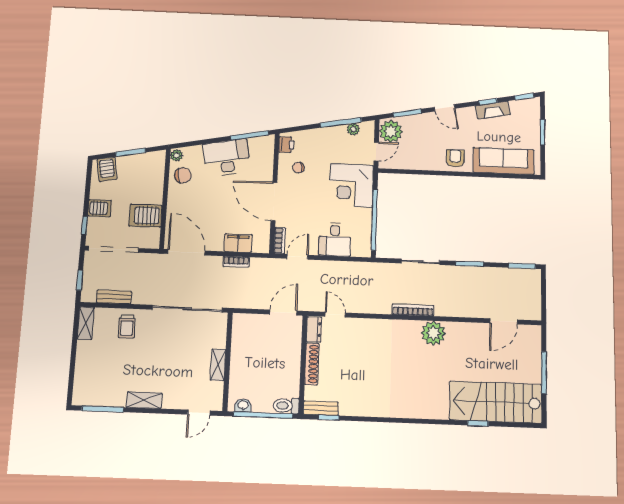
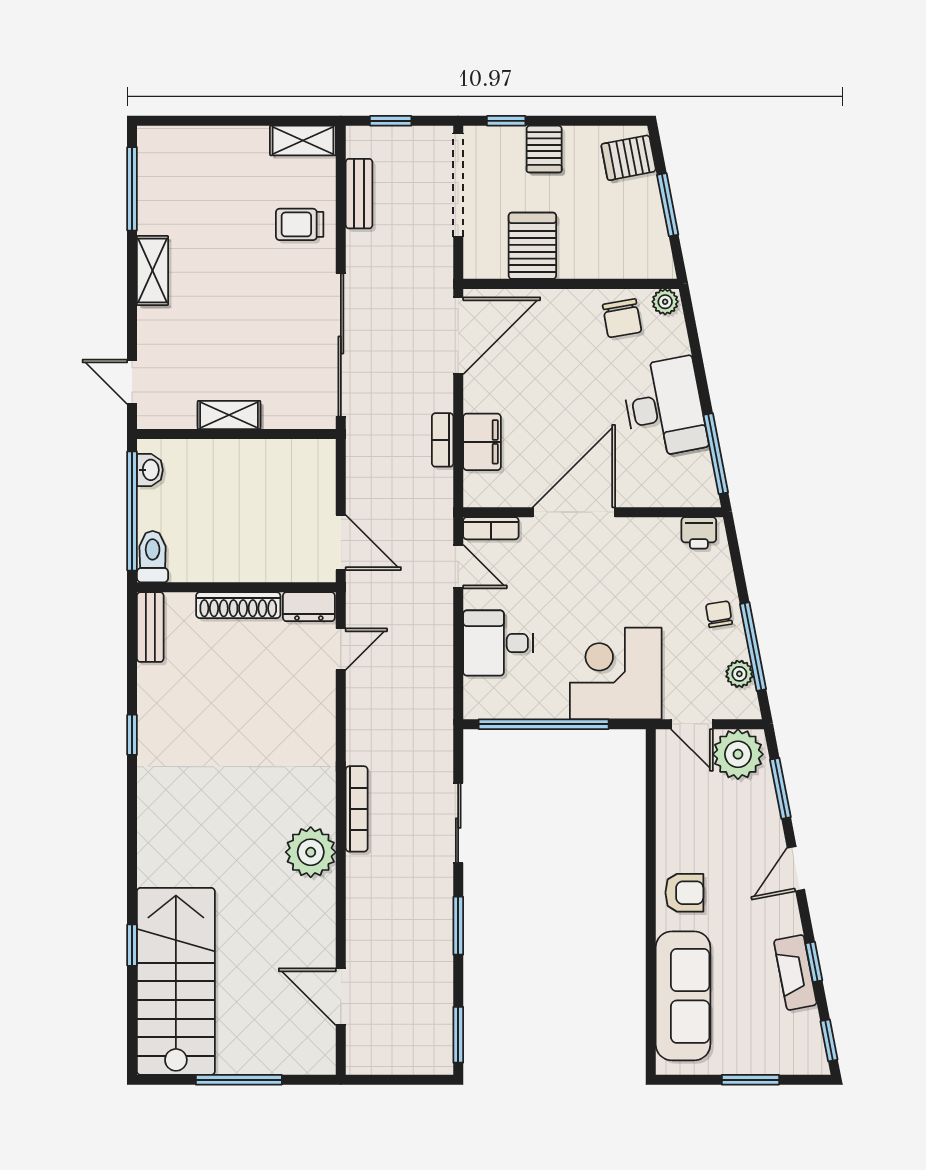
chair: (298, 167) -> (719, 614), moved
window: (329, 418) -> (132, 735), moved

